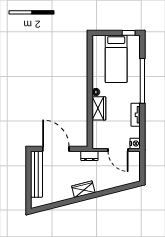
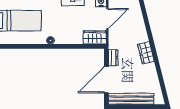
wardrobe: (99, 108) -> (95, 38), moved
dresser: (89, 156) -> (113, 58), moved

